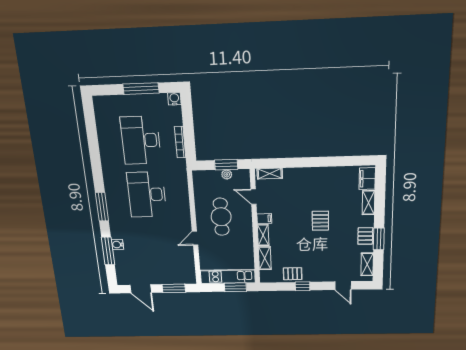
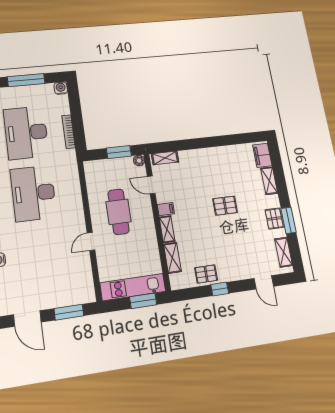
plant: (227, 174) -> (139, 161), moved
pallet: (320, 221) -> (225, 206), turned 90

